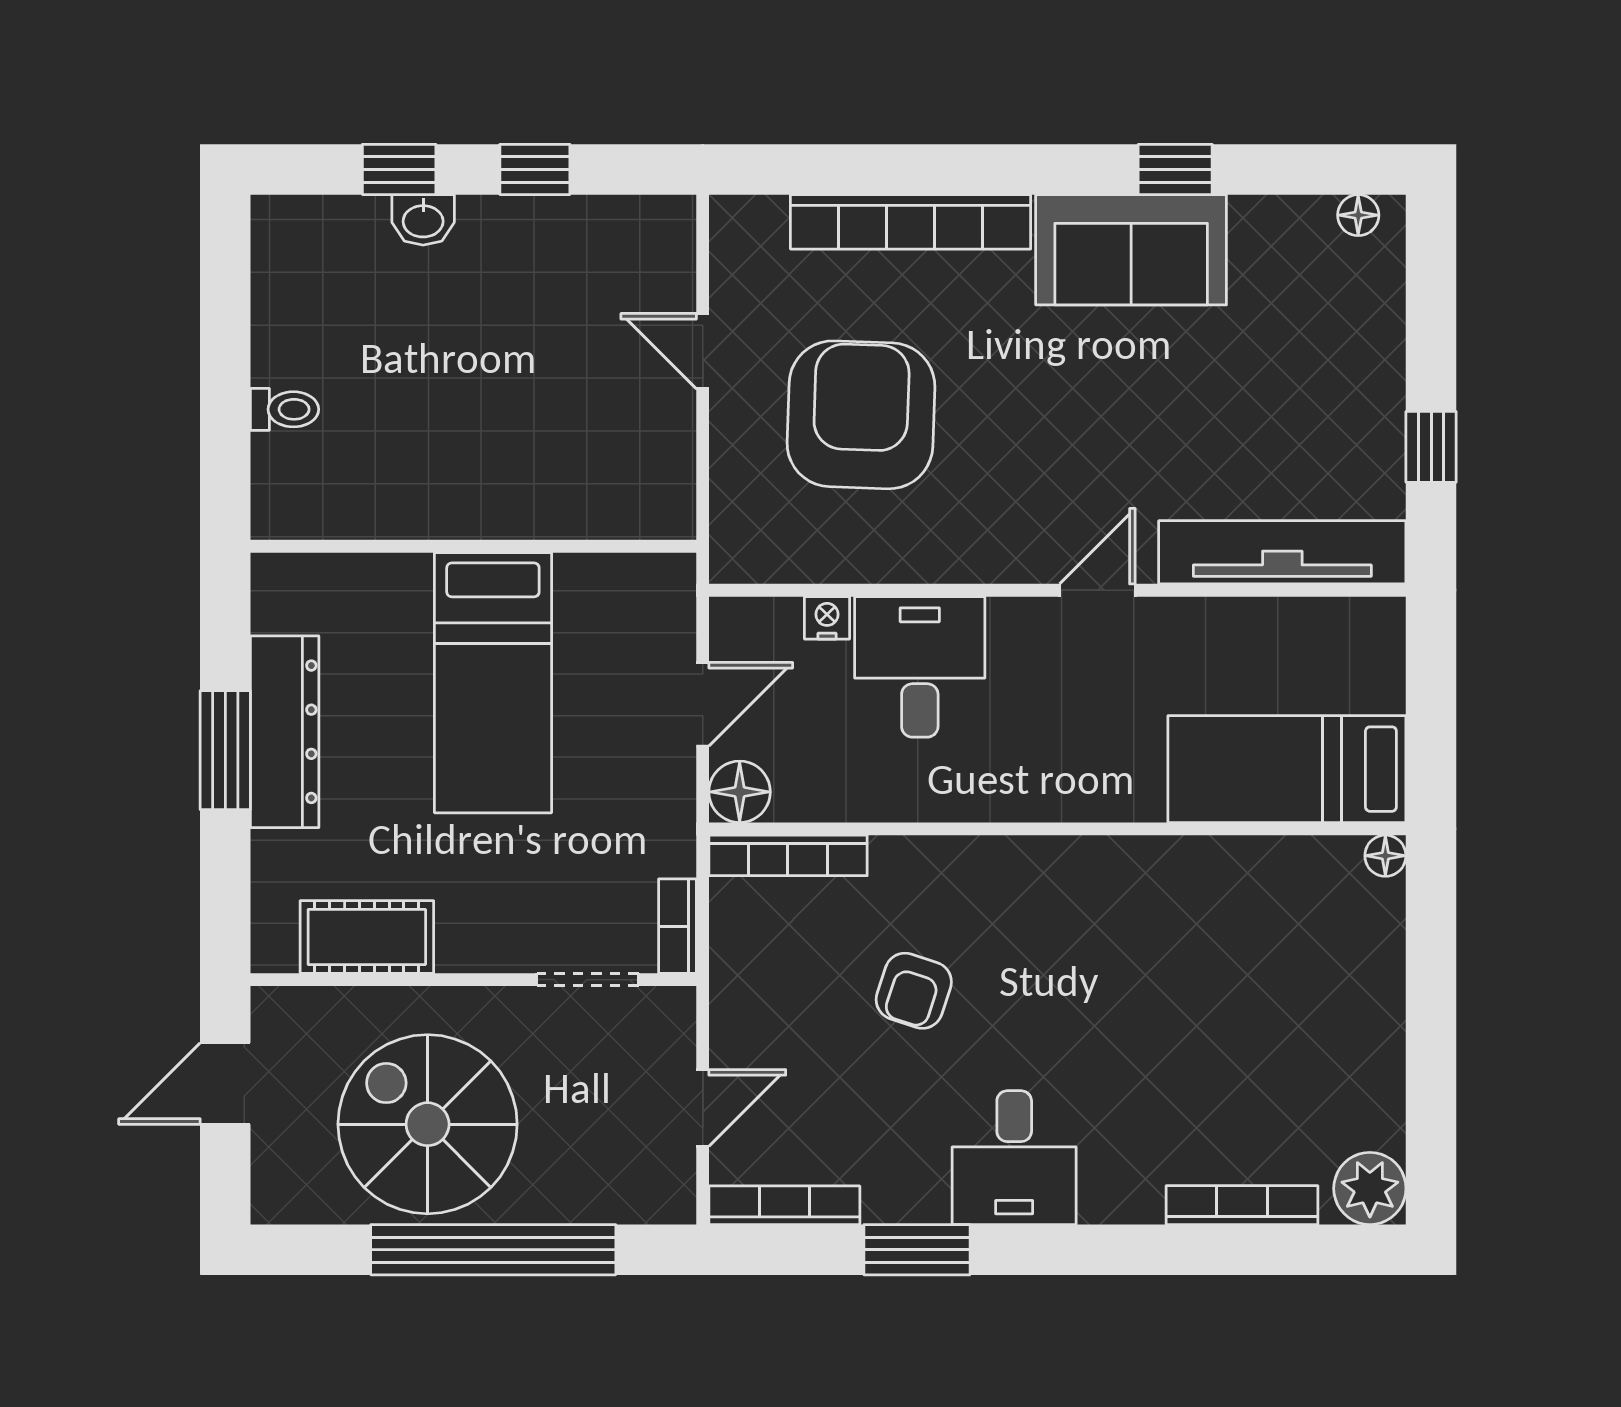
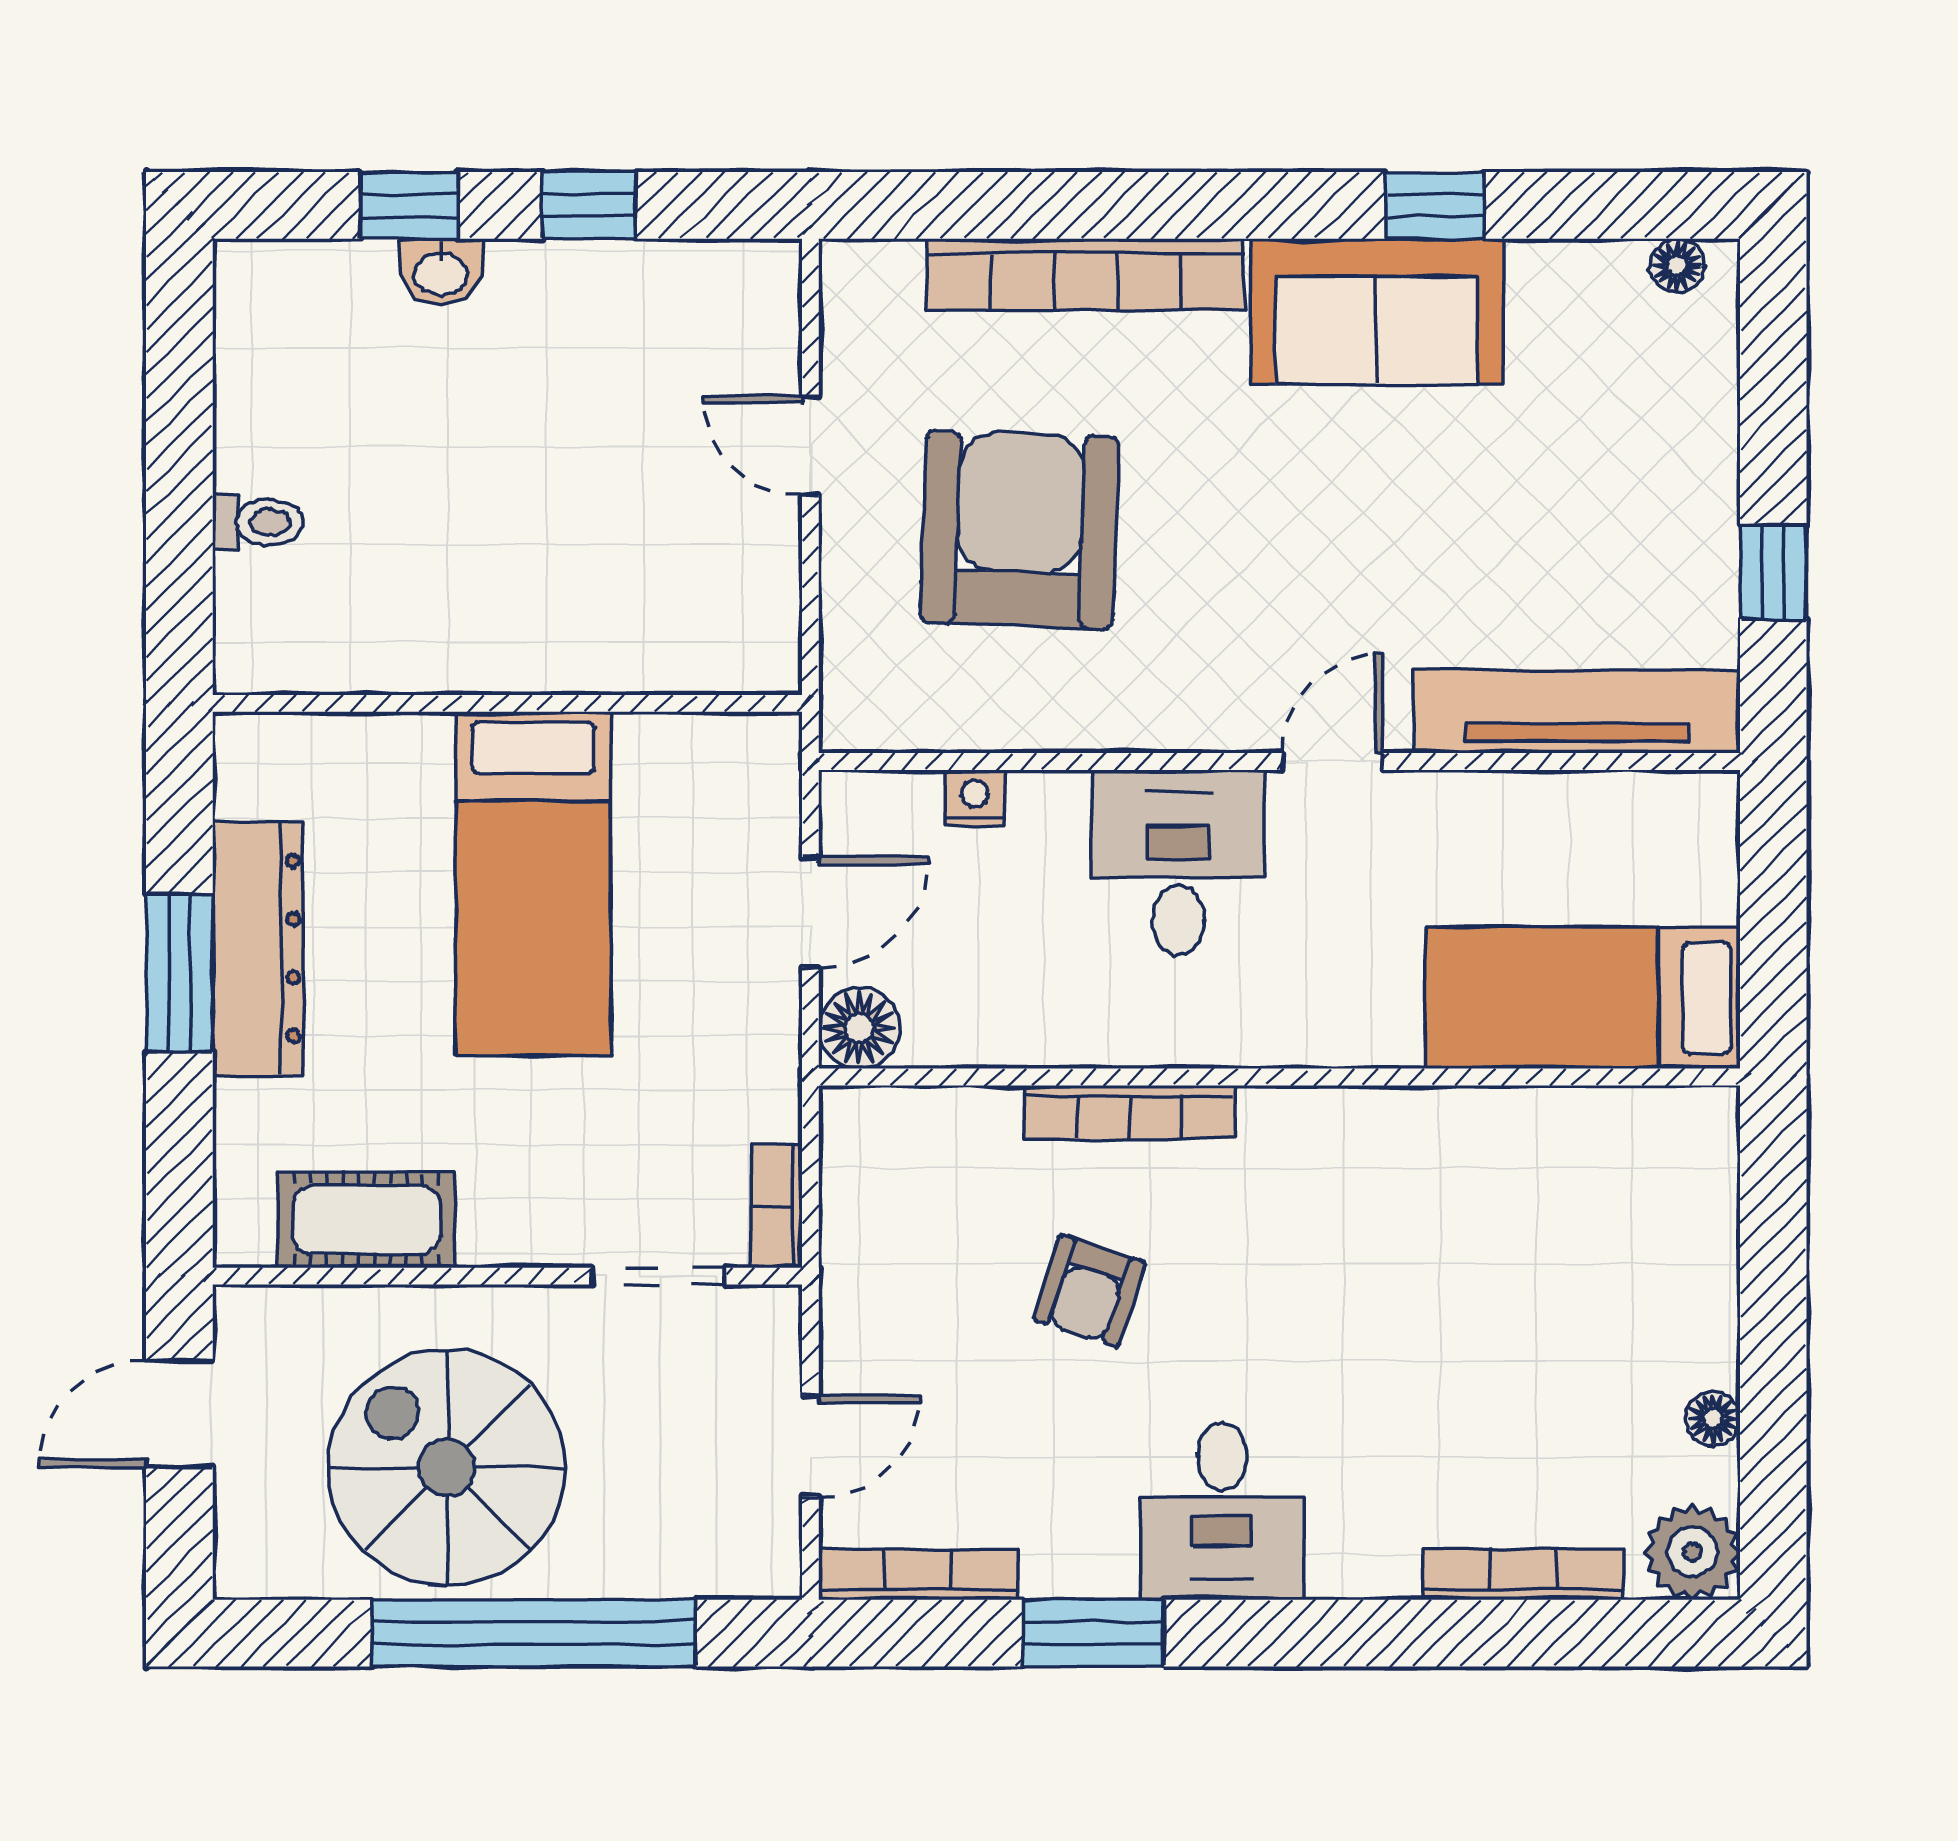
desk: (920, 667) -> (1178, 863), moved
bookcase: (788, 855) -> (1130, 1112), moved
floor lamp: (1385, 856) -> (1713, 1419), moved

